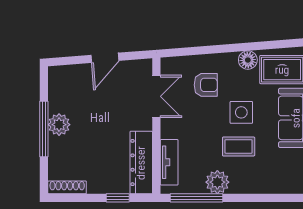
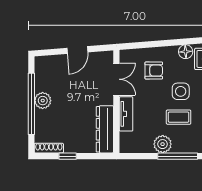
window: (44, 129) -> (31, 104), width x1.46
tv unit: (169, 162) -> (126, 114), moved
window: (118, 198) -> (68, 156), moved
window: (196, 198) -> (178, 156), moved

